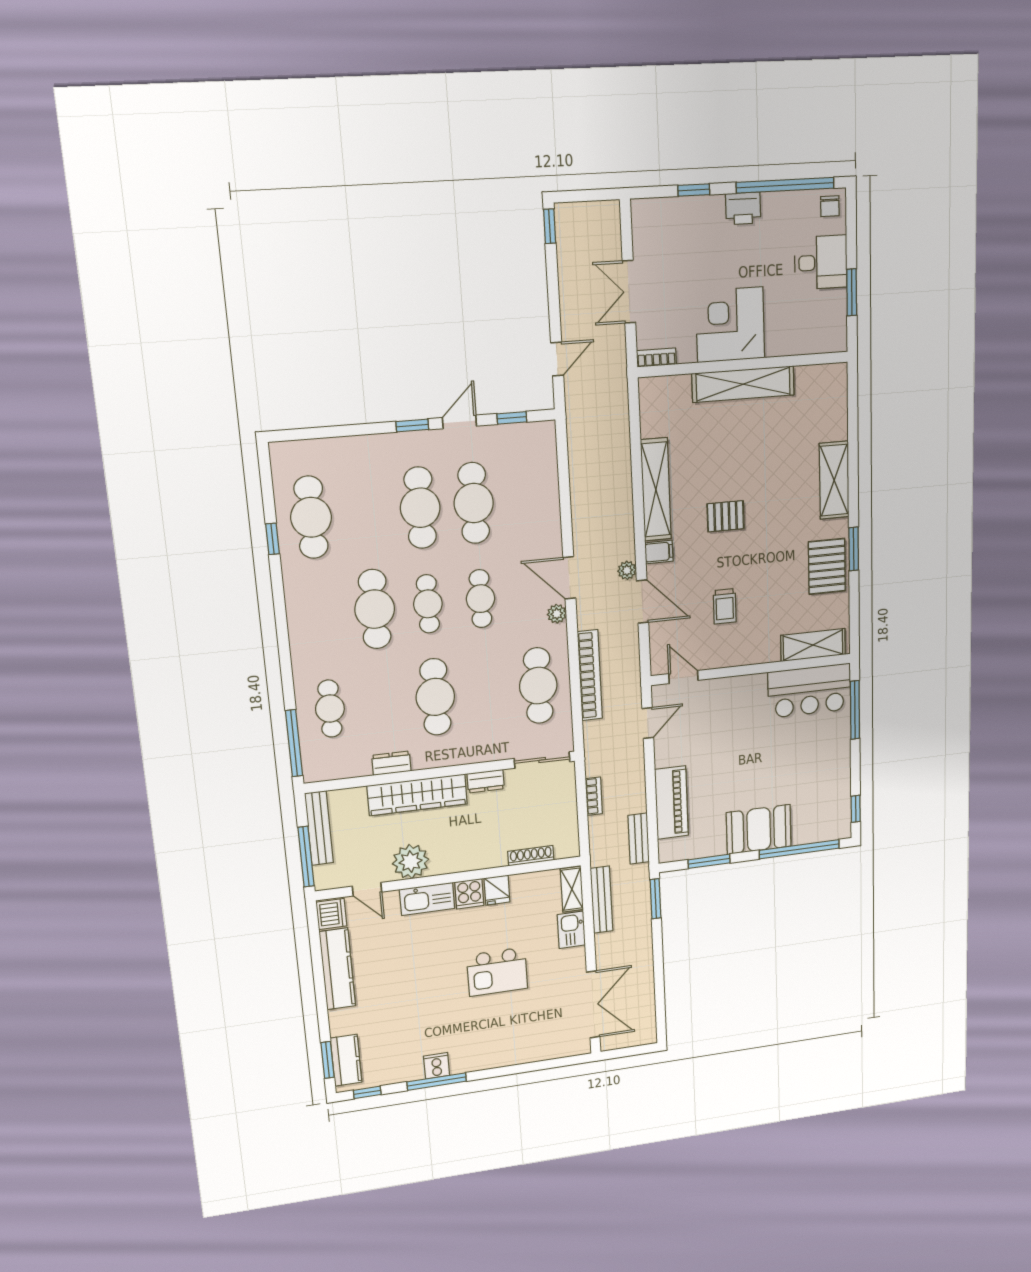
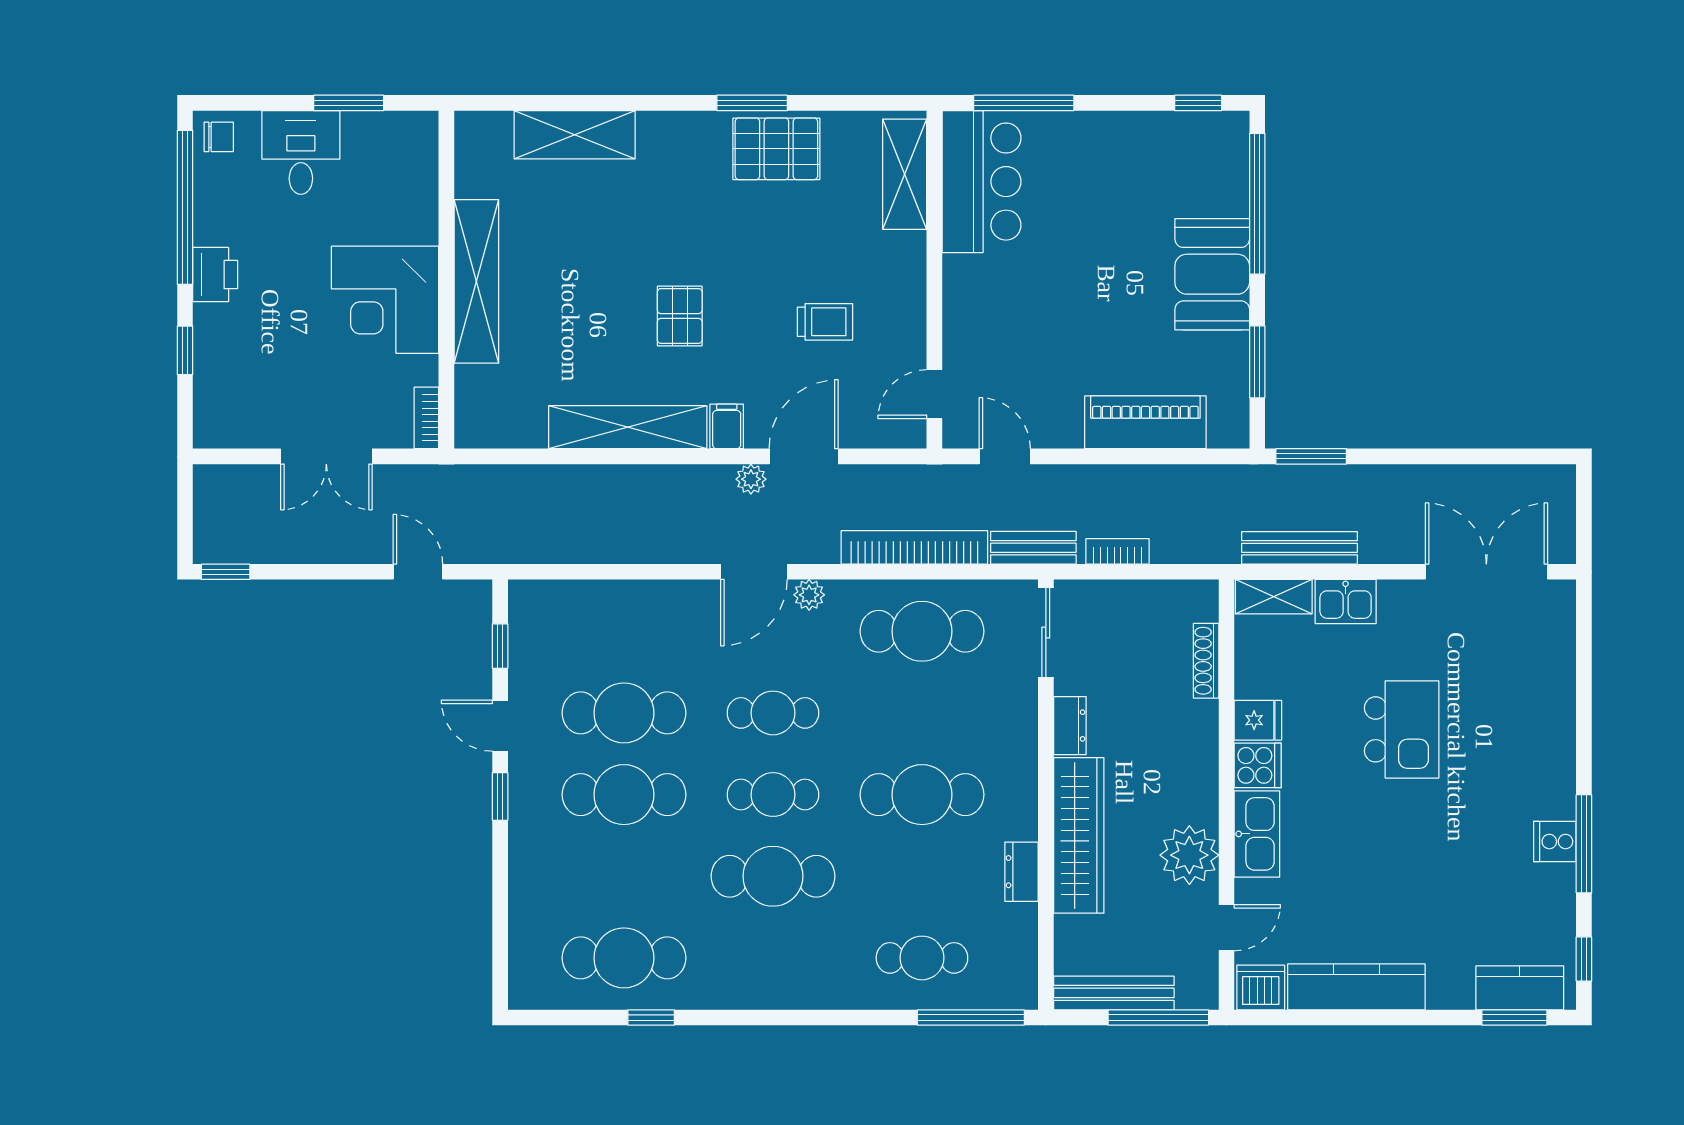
shelving: (834, 480) -> (575, 135), moved
bench: (639, 839) -> (1033, 548), moved

